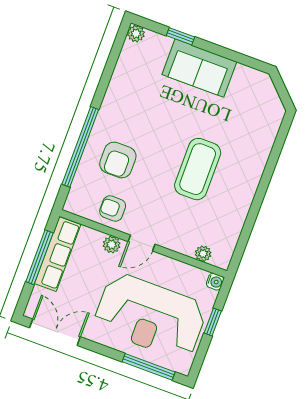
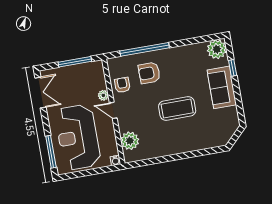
plant: (136, 34) -> (217, 49), width x1.88, depth x1.88
coffee table: (198, 169) -> (177, 109), moved
row of seats: (58, 254) -> (82, 70), removed
plant: (203, 254) -> (130, 141), width x1.88, depth x1.88
window: (213, 322) -> (94, 172), removed

